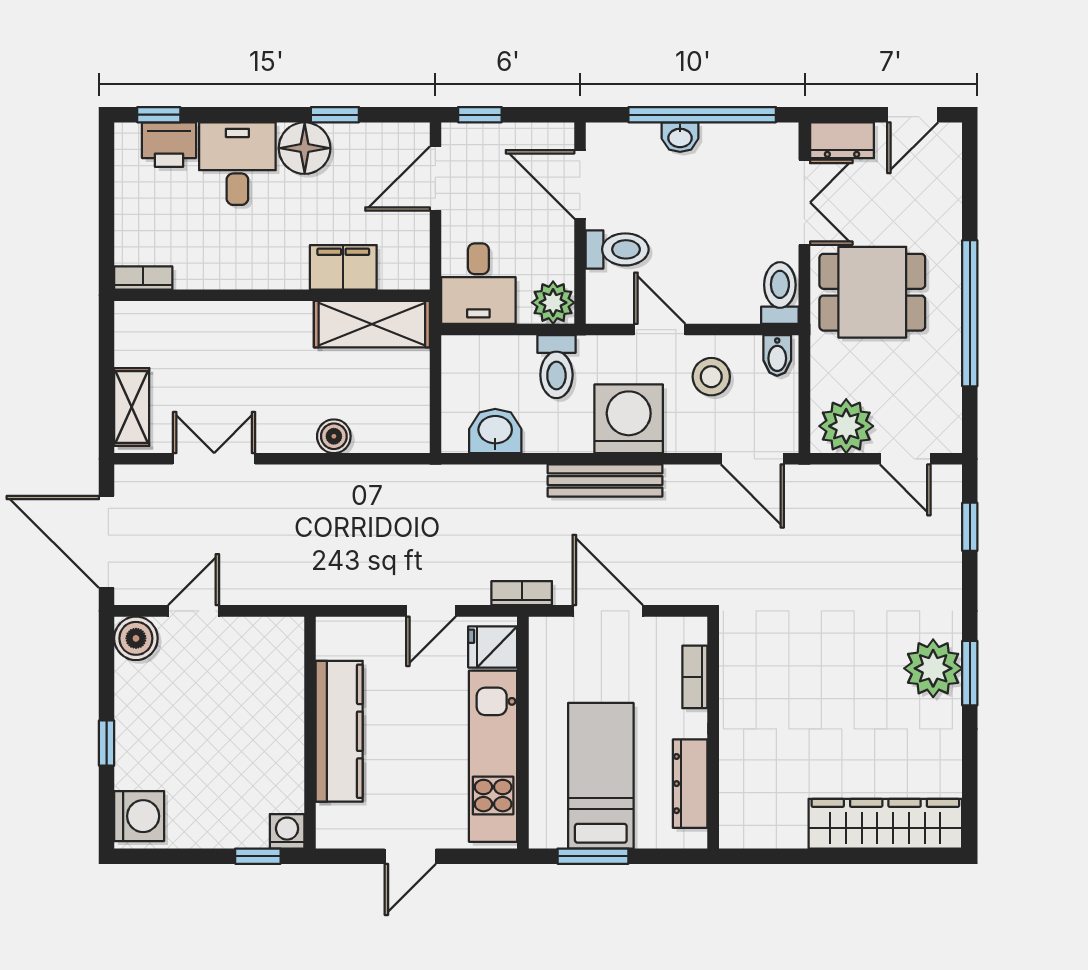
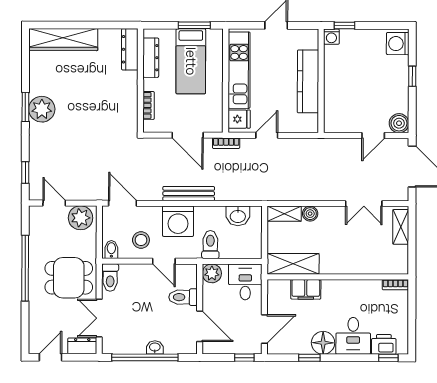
shelving: (392, 436) -> (284, 214), added
dresser: (737, 802) -> (130, 49), added

